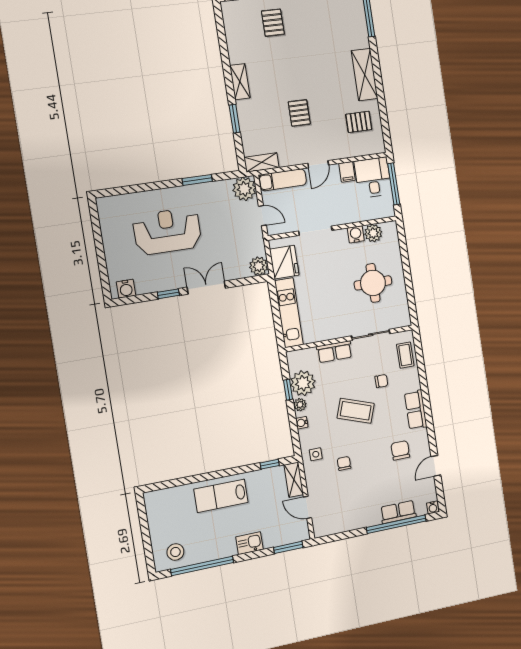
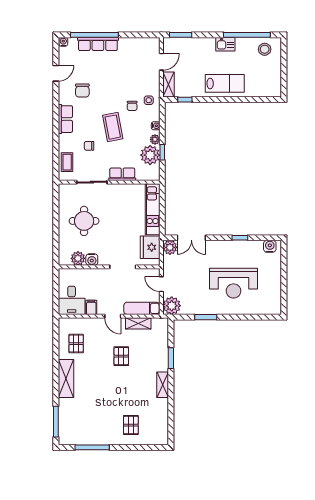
pallet: (359, 122) -> (76, 344), turned 90
shelving: (262, 162) -> (138, 323), moved
door: (318, 164) -> (113, 316), swing flipped
window: (394, 184) -> (56, 293), removed
double door: (206, 288) -> (191, 238), moved
coffee table: (356, 411) -> (113, 127), turned 60
chair: (344, 463) -> (132, 106), moved
door: (307, 507) -> (161, 62), hinge flipped
row of seats: (398, 512) -> (98, 44), width x1.48
kitchen sink: (249, 543) -> (225, 44), moved

